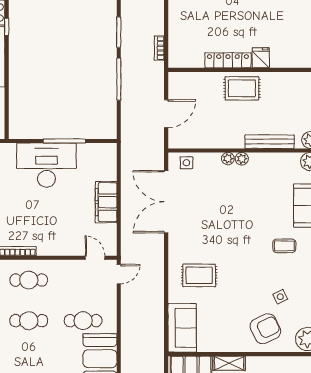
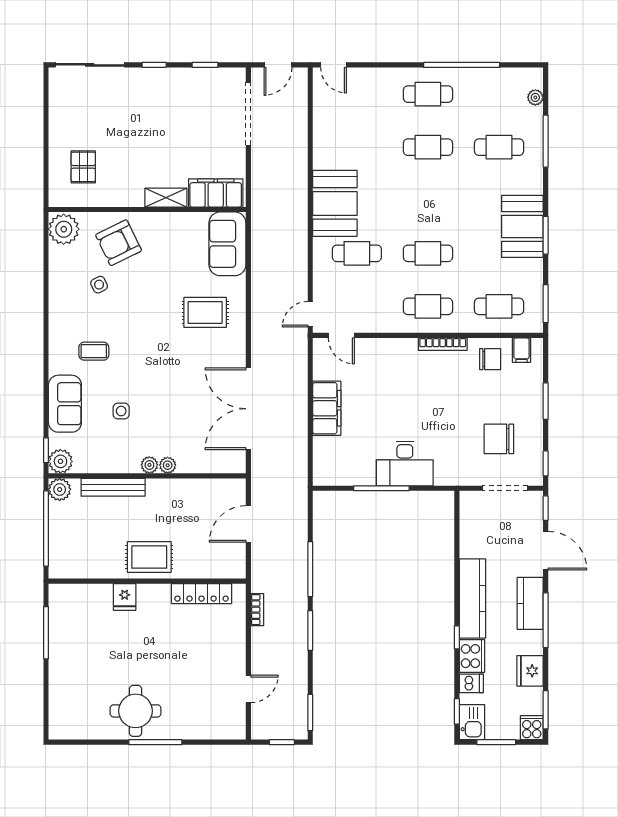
locker: (228, 60) -> (202, 594), moved
side table: (186, 163) -> (121, 411), moved
desk: (46, 165) -> (405, 463), width x0.73, depth x0.77
double door: (166, 202) -> (248, 409), swing flipped

